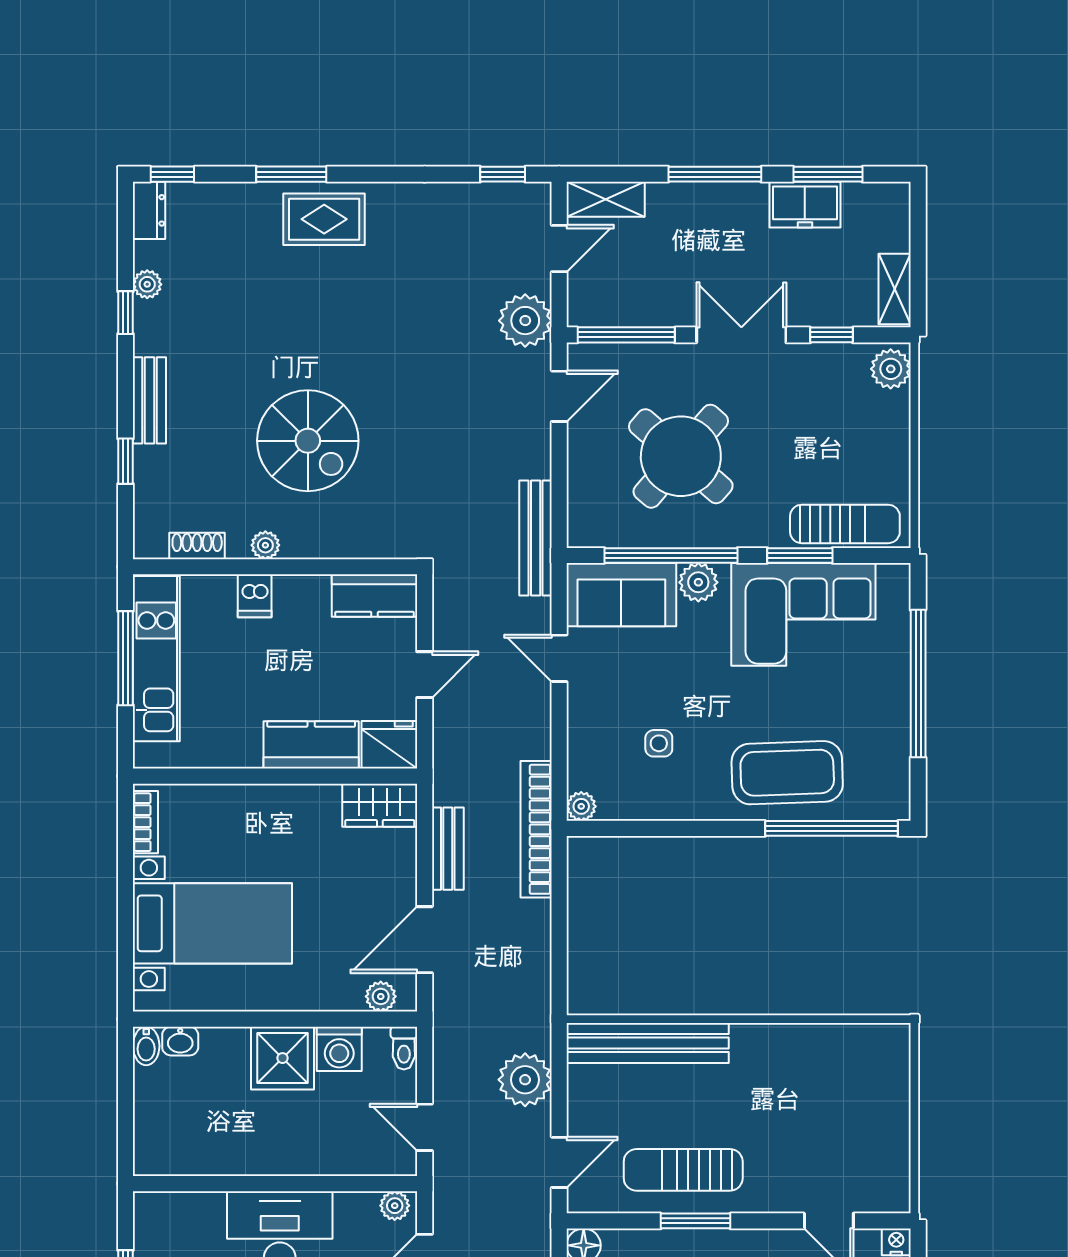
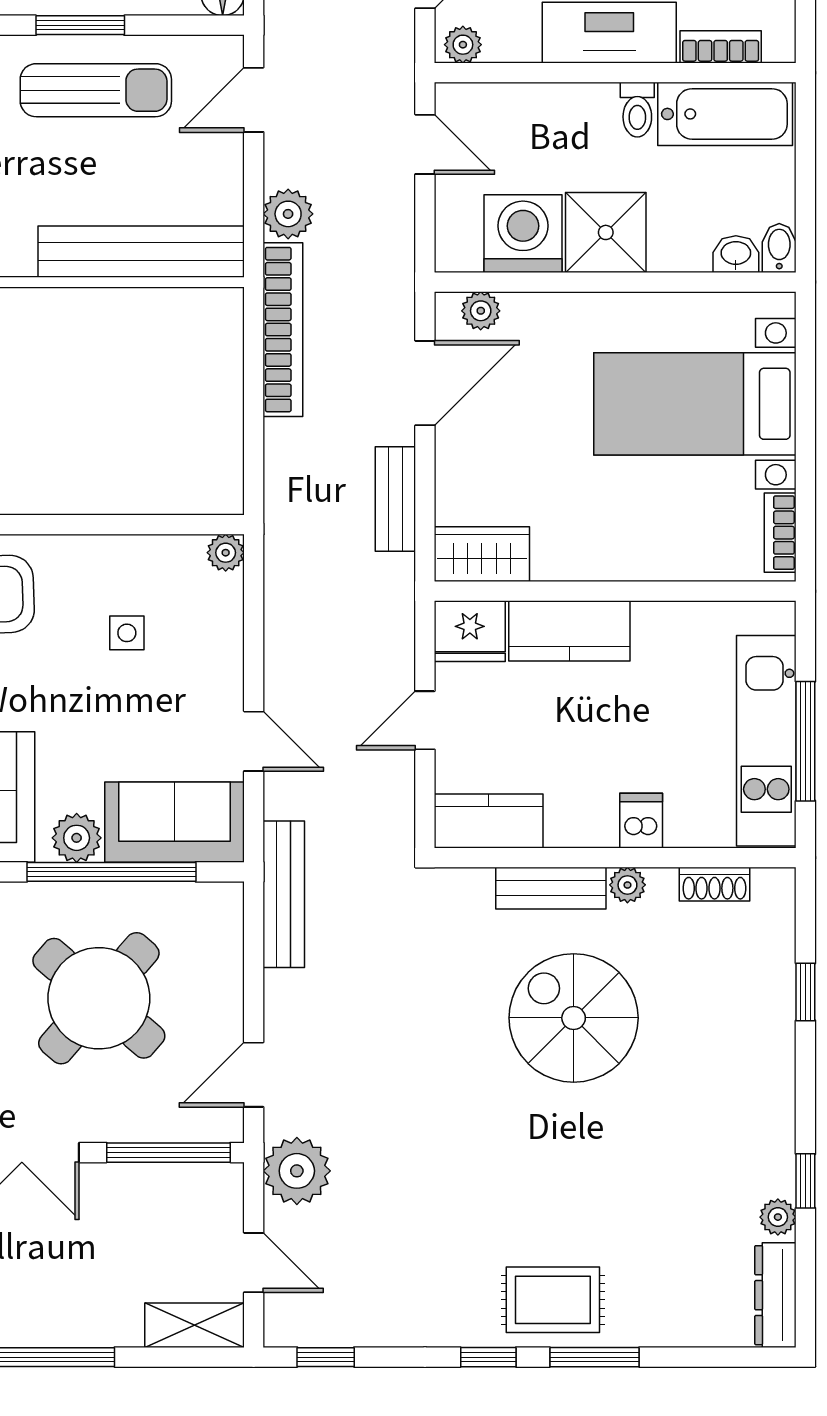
window: (172, 174) -> (488, 1357), moved
dresser: (149, 210) -> (775, 1295), width x1.44
door: (559, 249) -> (254, 1263), swing flipped
bench: (149, 400) -> (551, 888), moved, turned 90
bookcase: (536, 829) -> (283, 330), moved
toilet: (404, 1048) -> (637, 110), moved, turned 180
washing machine: (339, 1049) -> (523, 234), width x1.37, depth x1.37
plant: (525, 1080) -> (288, 214), width x0.73, depth x0.73
bathtub: (189, 1151) -> (725, 114), added
bookcase: (192, 1204) -> (721, 47), added

